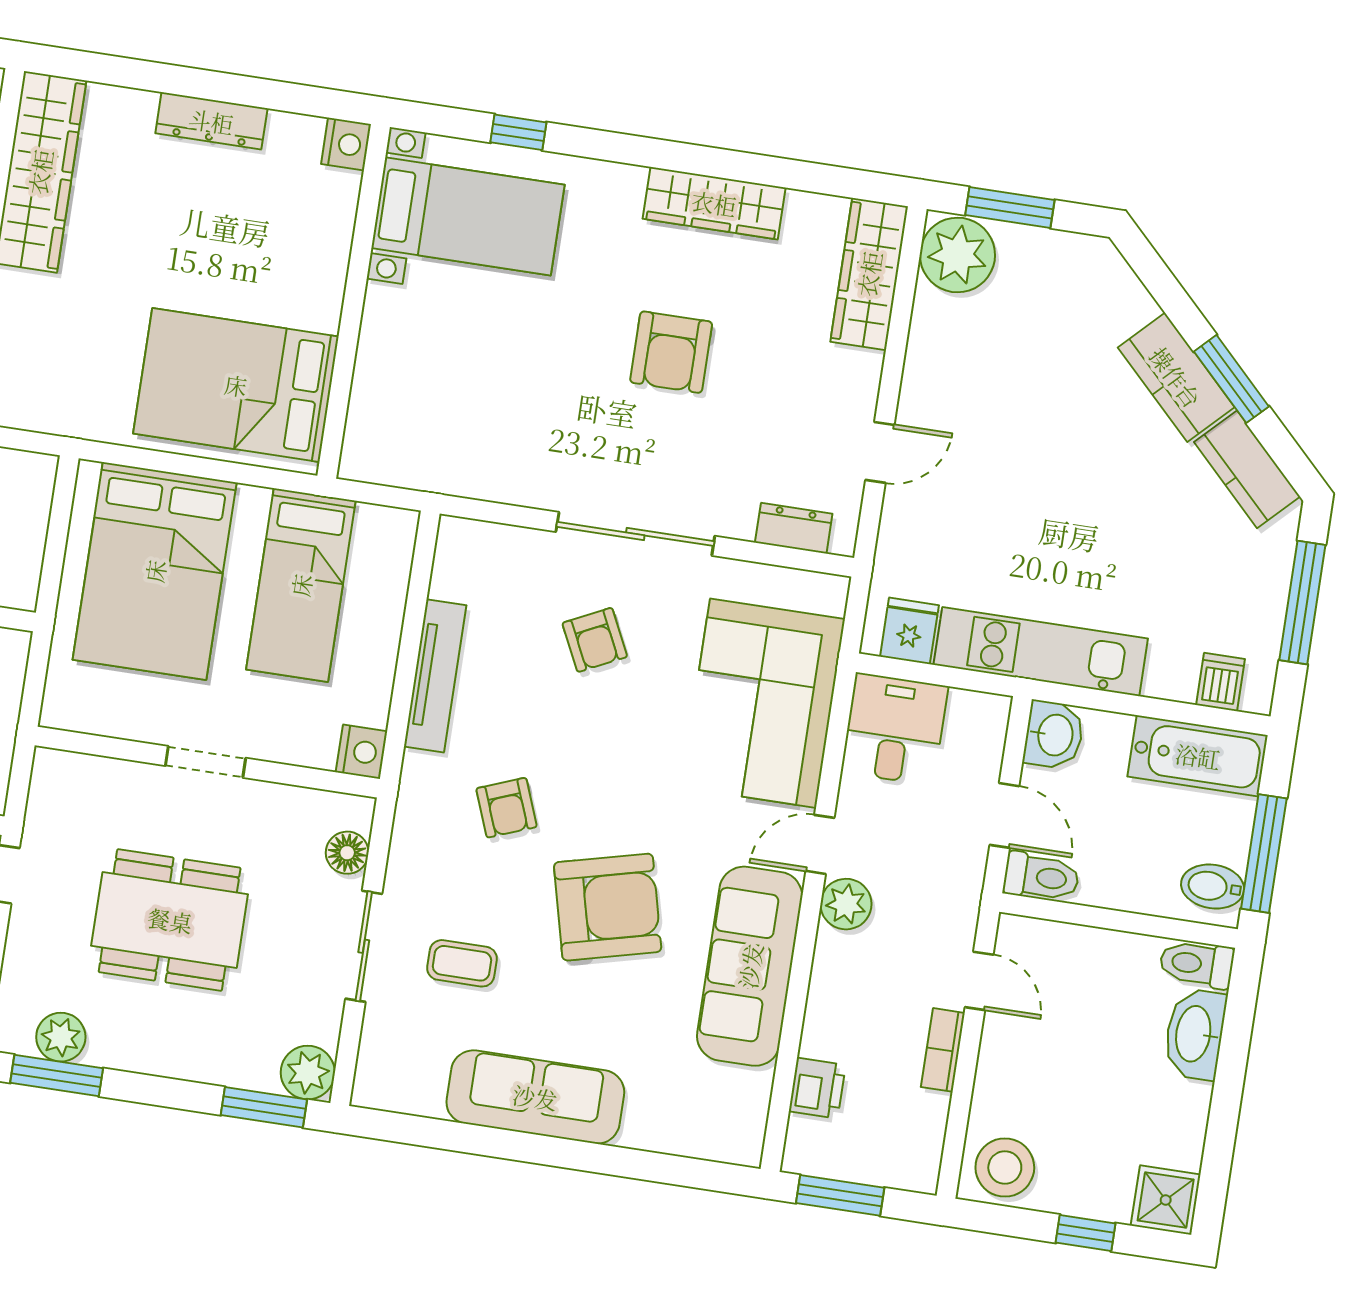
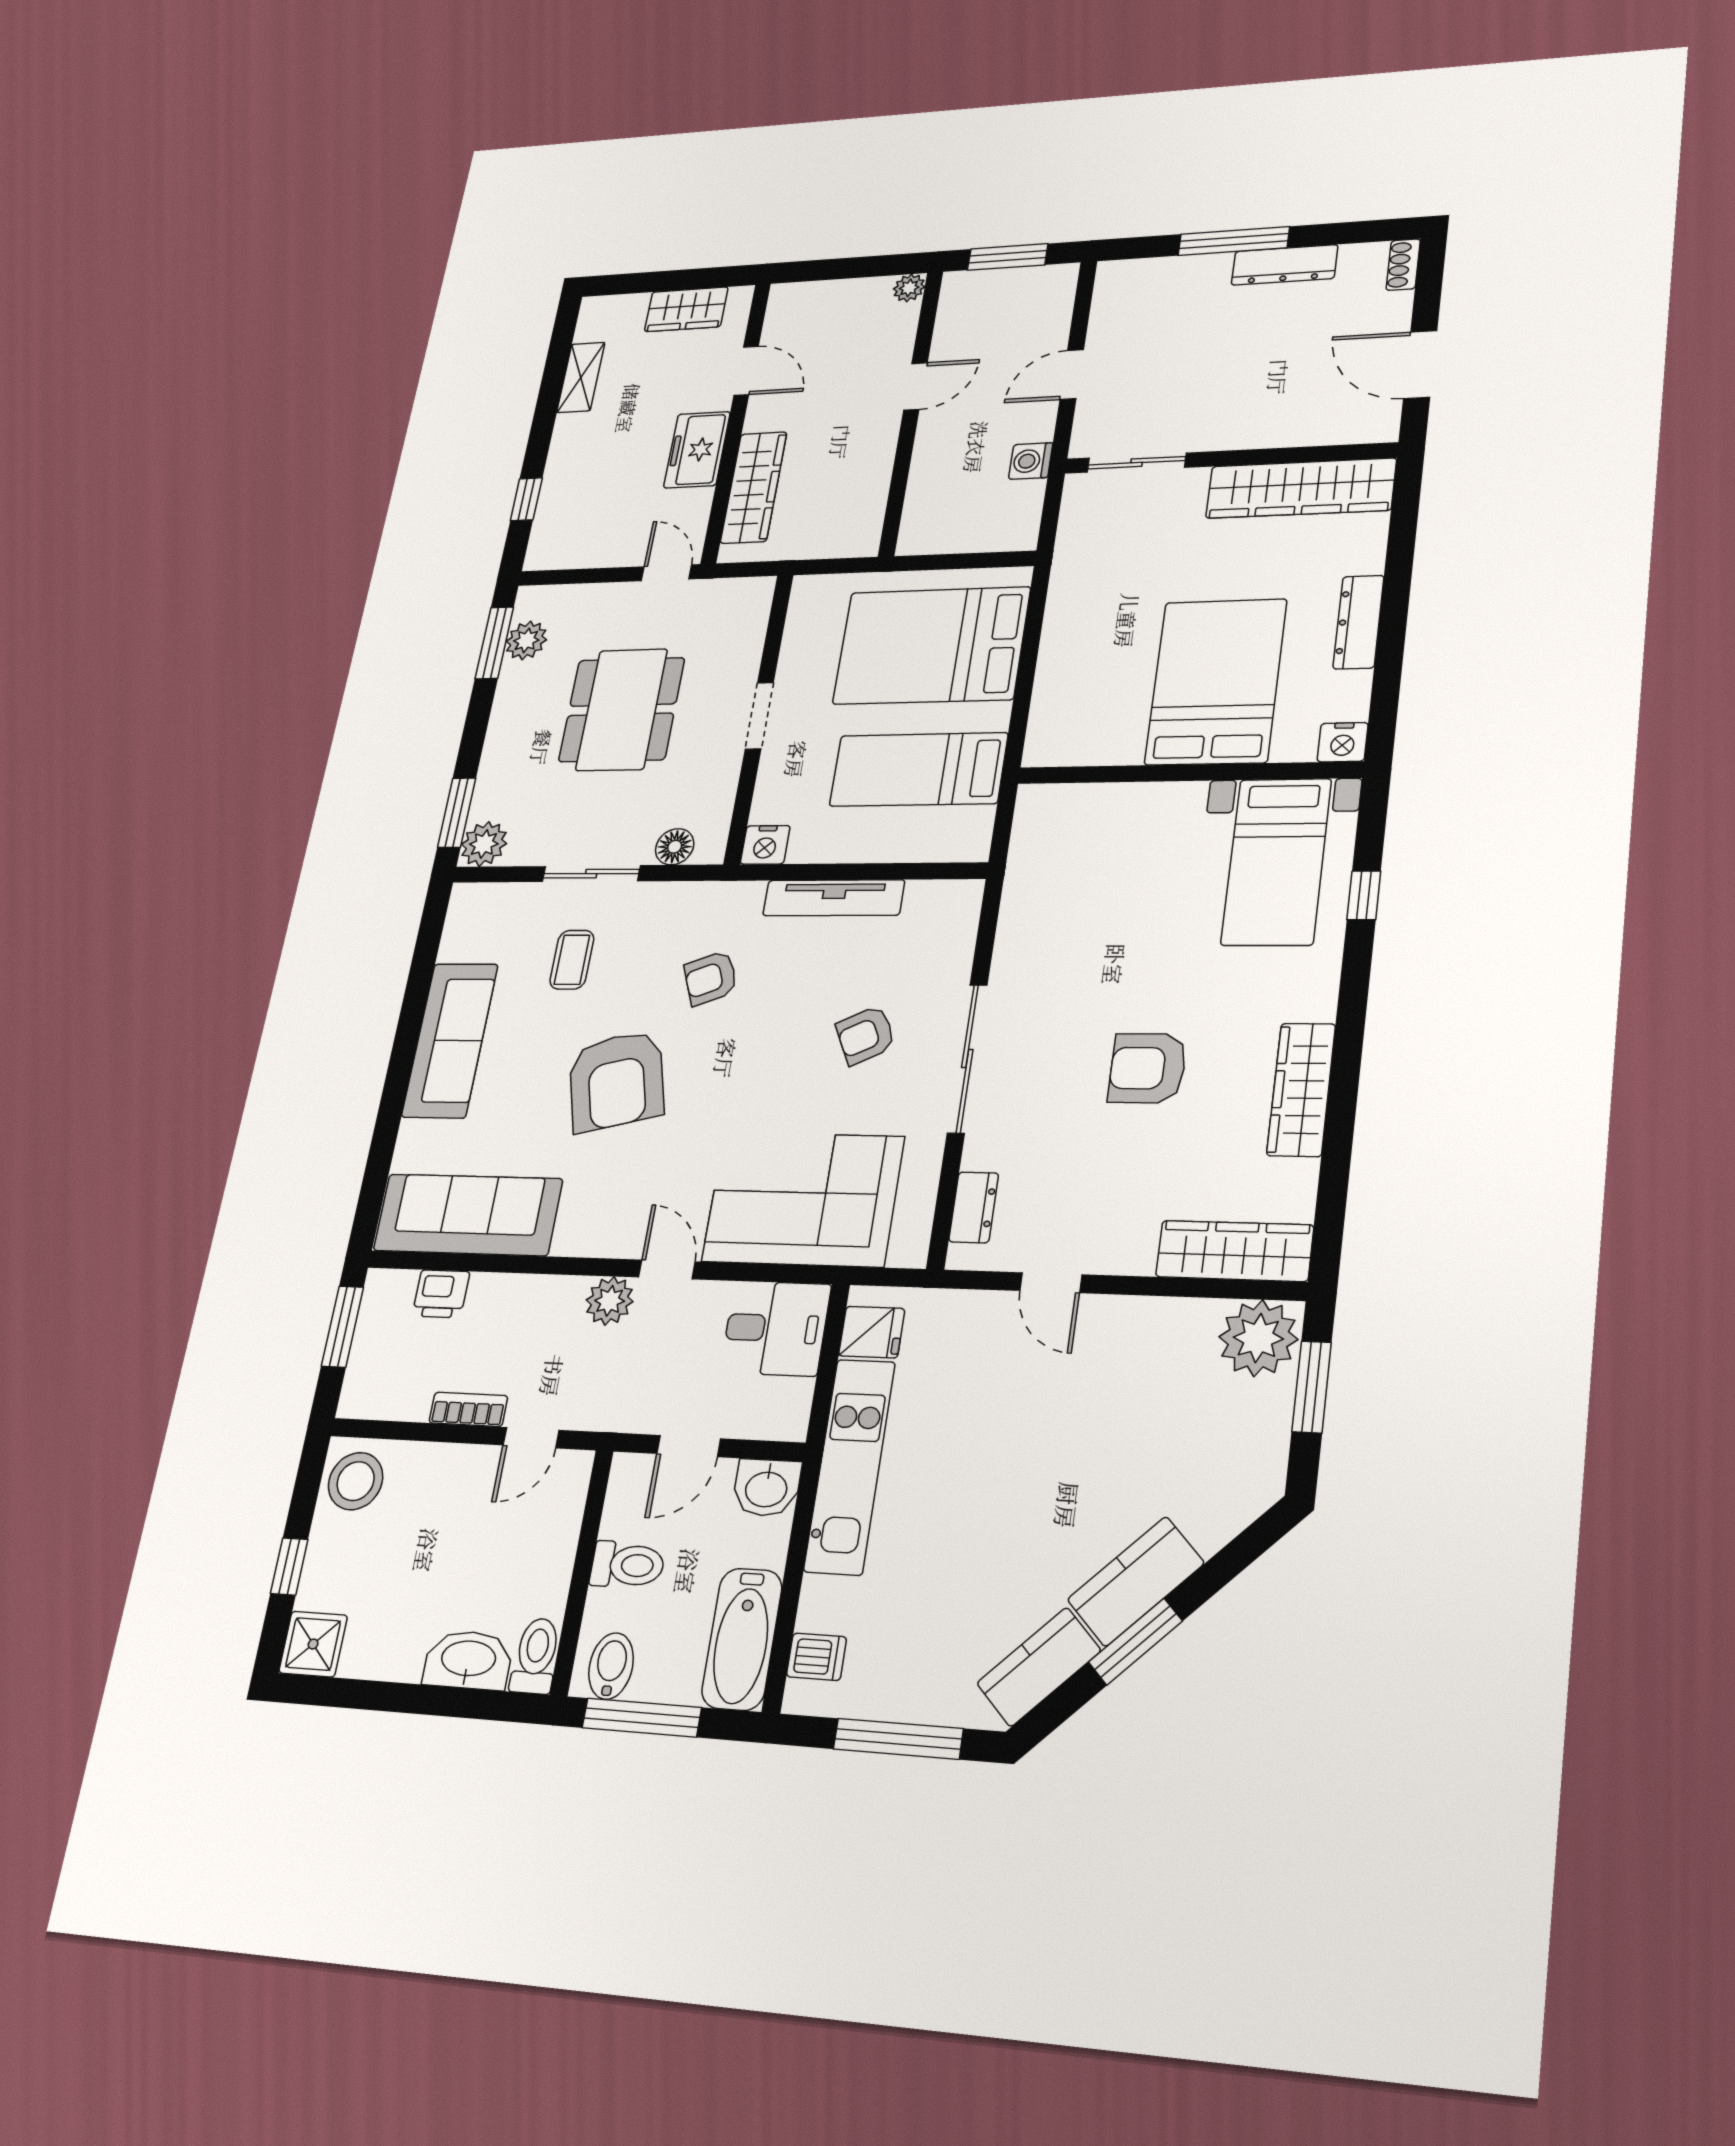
bed: (236, 385) -> (1216, 682), moved
toilet: (1041, 877) -> (627, 1565), moved, turned -90
sofa: (750, 966) -> (468, 1215), moved

